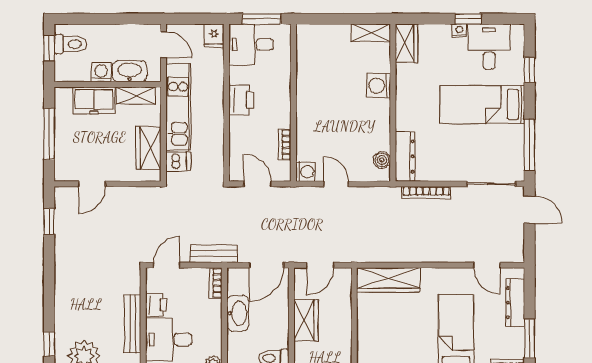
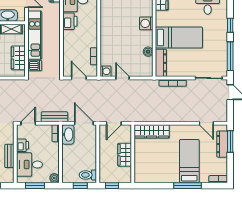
window: (529, 70) -> (230, 25), moved
printer: (241, 100) -> (70, 21), moved
bed: (482, 105) -> (179, 38), moved, turned 180
boiler: (382, 160) -> (148, 52), moved
door: (267, 265) -> (84, 123), swing flipped
washbasin: (238, 313) -> (68, 134), moved
wardrobe: (306, 320) -> (125, 155), moved, turned 180
bench: (133, 324) -> (9, 156), width x0.73
window: (529, 339) -> (230, 142), moved

